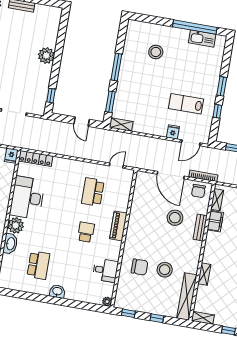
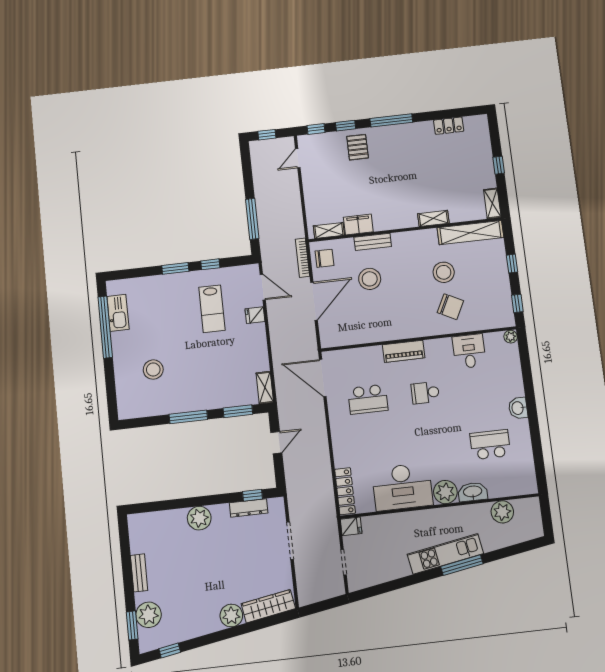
dresser: (43, 91) -> (249, 508), added
door: (116, 166) -> (323, 378), width x1.87
chair: (140, 267) -> (450, 307), turned 117

